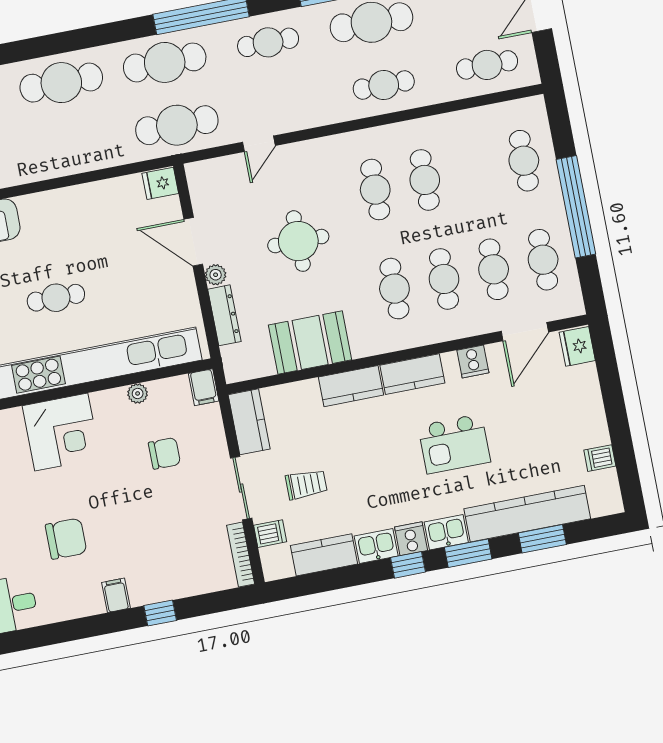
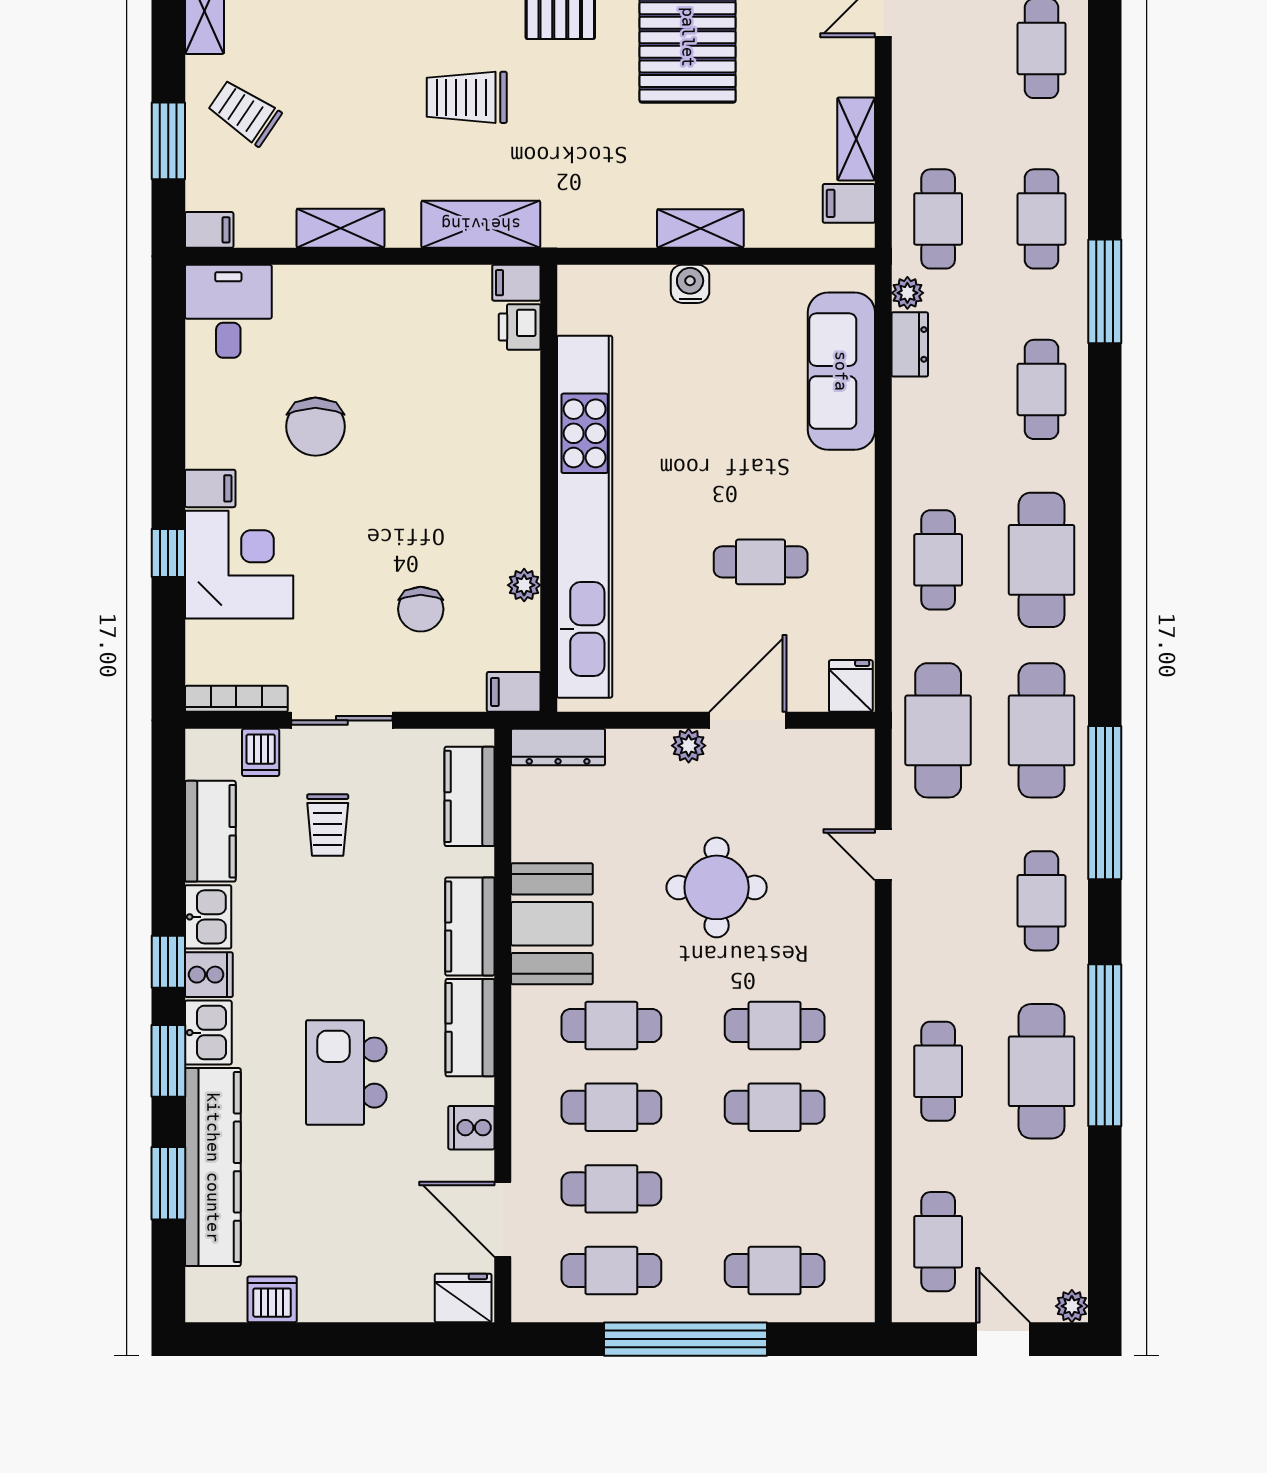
cafe table: (73, 145) -> (938, 560), added
cafe table: (56, 298) -> (761, 562), moved, turned 90
dresser: (224, 315) -> (558, 747), moved
booth: (310, 342) -> (552, 924), moved
kitchen counter: (249, 422) -> (470, 796), moved, turned 90
corner desk: (61, 432) -> (239, 565), moved, turned 180
dishwasher: (600, 458) -> (272, 1299), width x1.38

